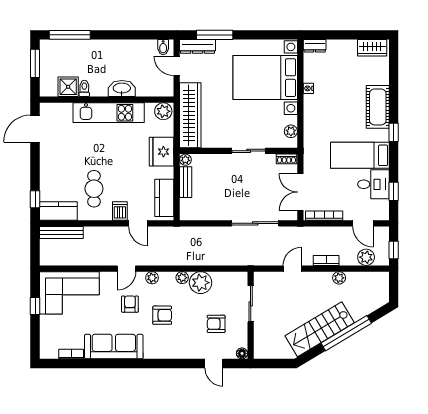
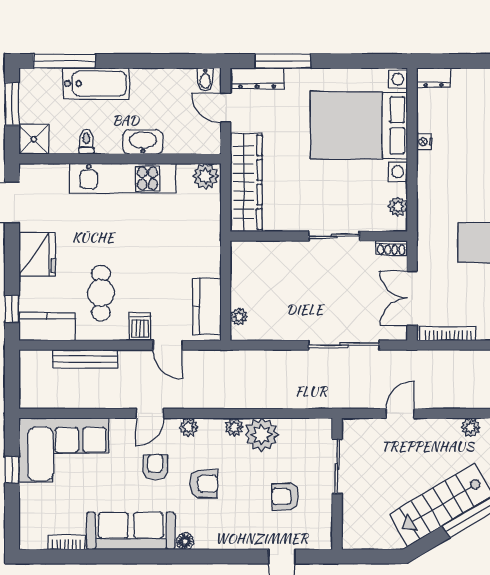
bathtub: (91, 50) -> (96, 83), added
shower: (68, 87) -> (34, 139), moved
fridge: (161, 152) -> (37, 254), moved, turned 180
plant: (185, 160) -> (239, 317), moved
bench: (186, 182) -> (239, 283), removed
bench: (61, 232) -> (85, 359), moved
bookcase: (326, 260) -> (451, 401), removed
floor lamp: (242, 353) -> (185, 541), moved

